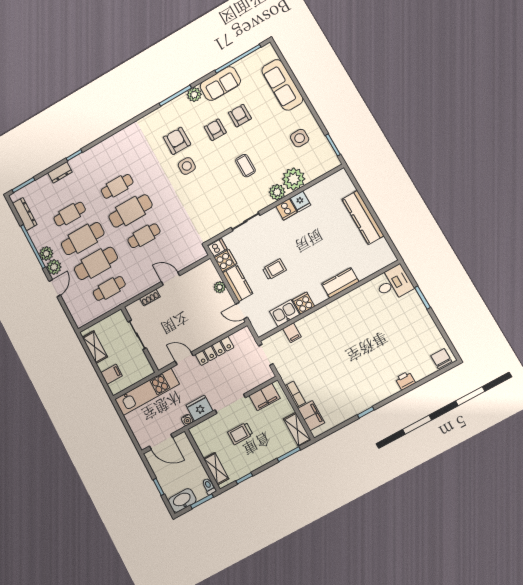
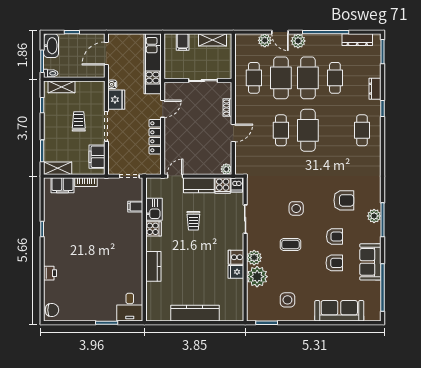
plant: (194, 95) -> (374, 216), moved
side table: (187, 166) -> (296, 208), moved
cafe table: (117, 186) -> (362, 130), moved
plant: (46, 254) -> (265, 40), moved
plant: (220, 287) -> (226, 169), moved

